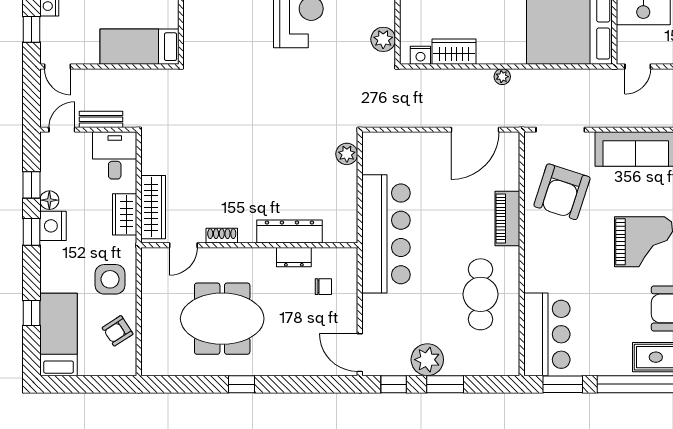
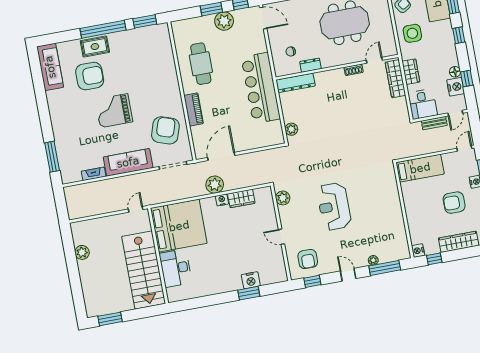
nightstand: (420, 55) -> (222, 200), moved
door: (57, 66) -> (464, 148), hinge flipped
plant: (502, 77) -> (215, 185), width x1.88, depth x1.88
nightstand: (53, 226) -> (456, 87), moved
window: (31, 232) -> (459, 35), moved
dresser: (289, 232) -> (296, 83), moved
bar counter: (547, 334) -> (159, 48), removed

